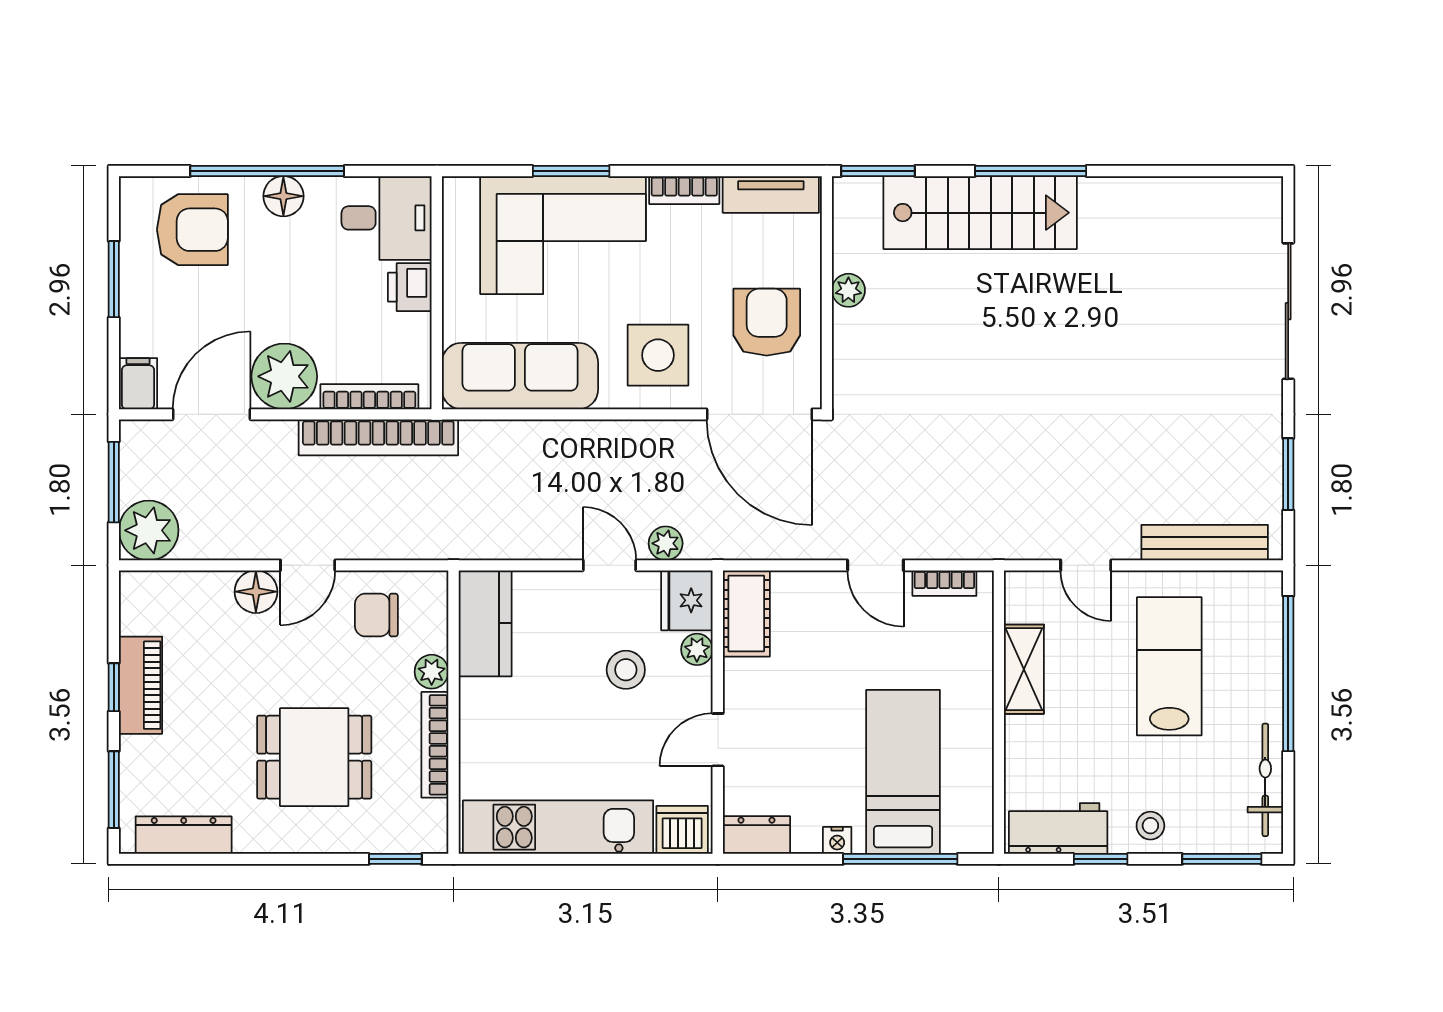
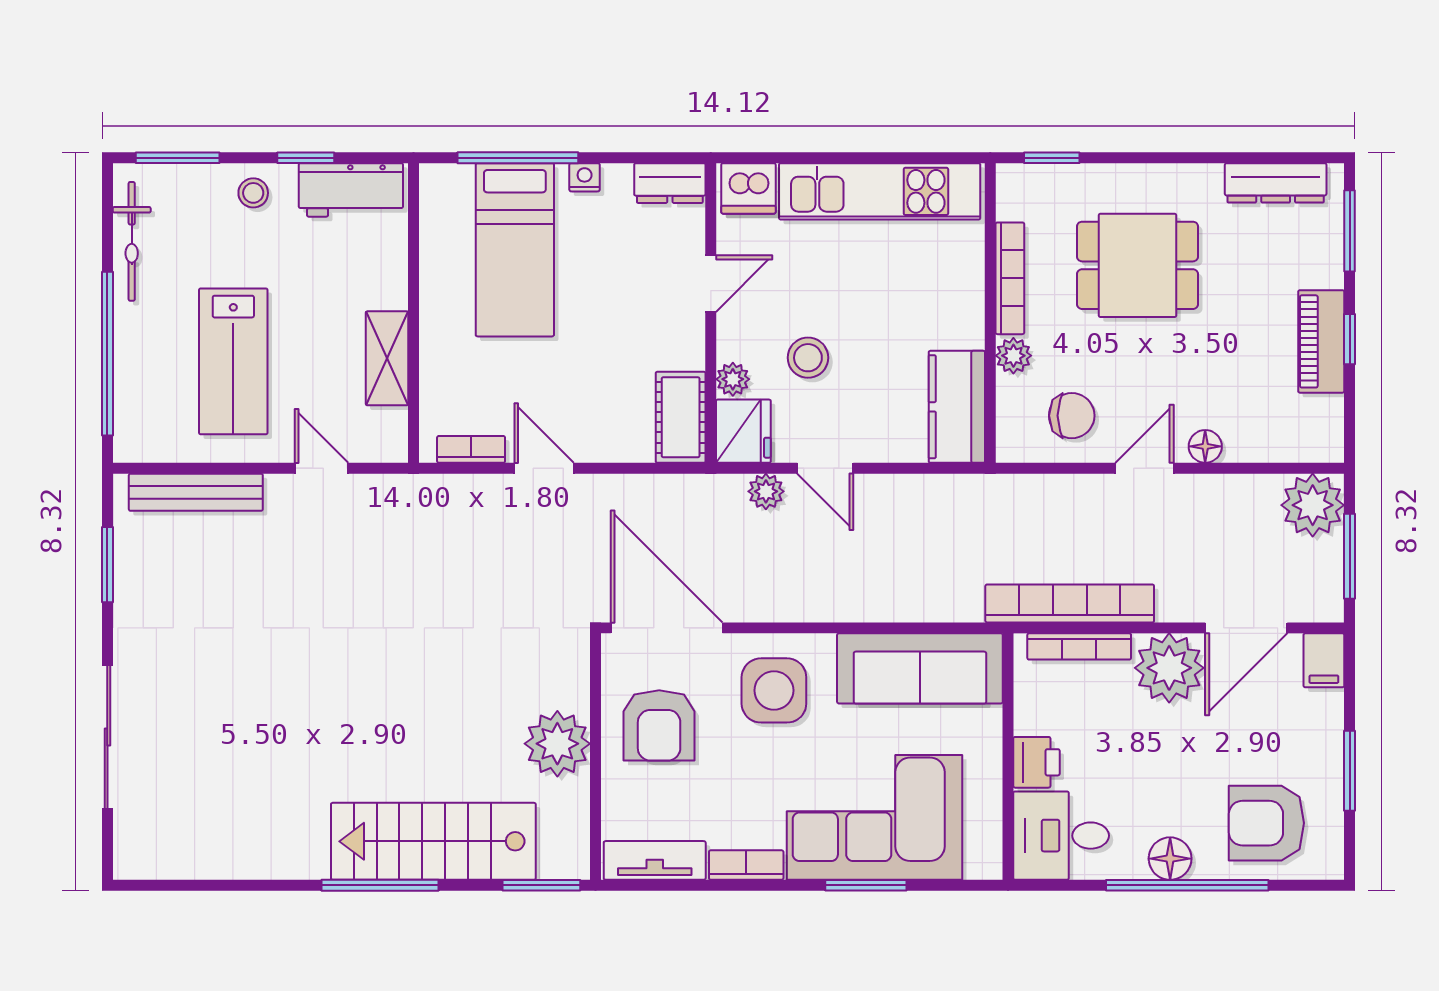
plant: (848, 290) -> (557, 744), width x1.87, depth x1.87
floor lamp: (256, 592) -> (1205, 446), width x0.73, depth x0.73

